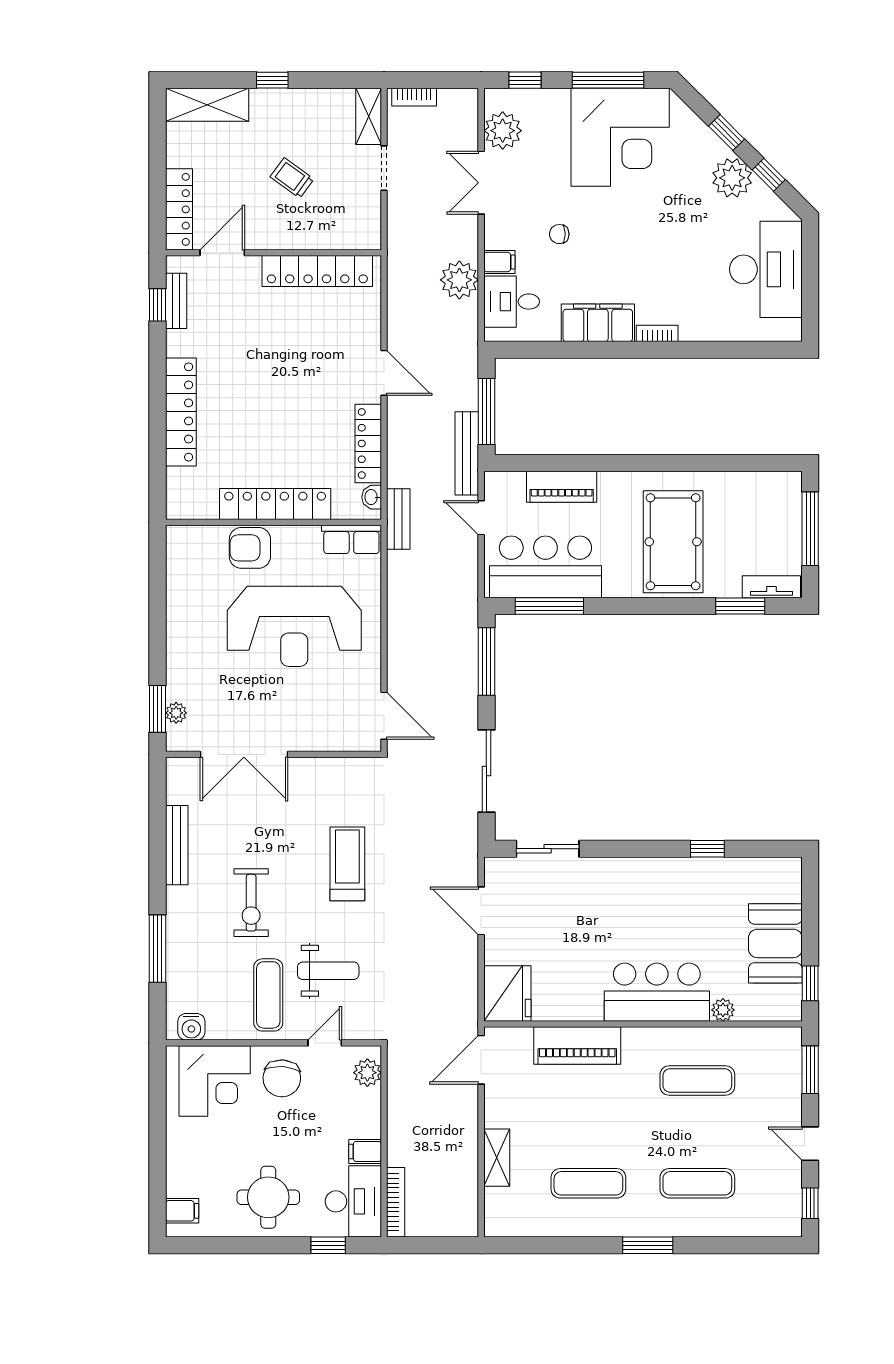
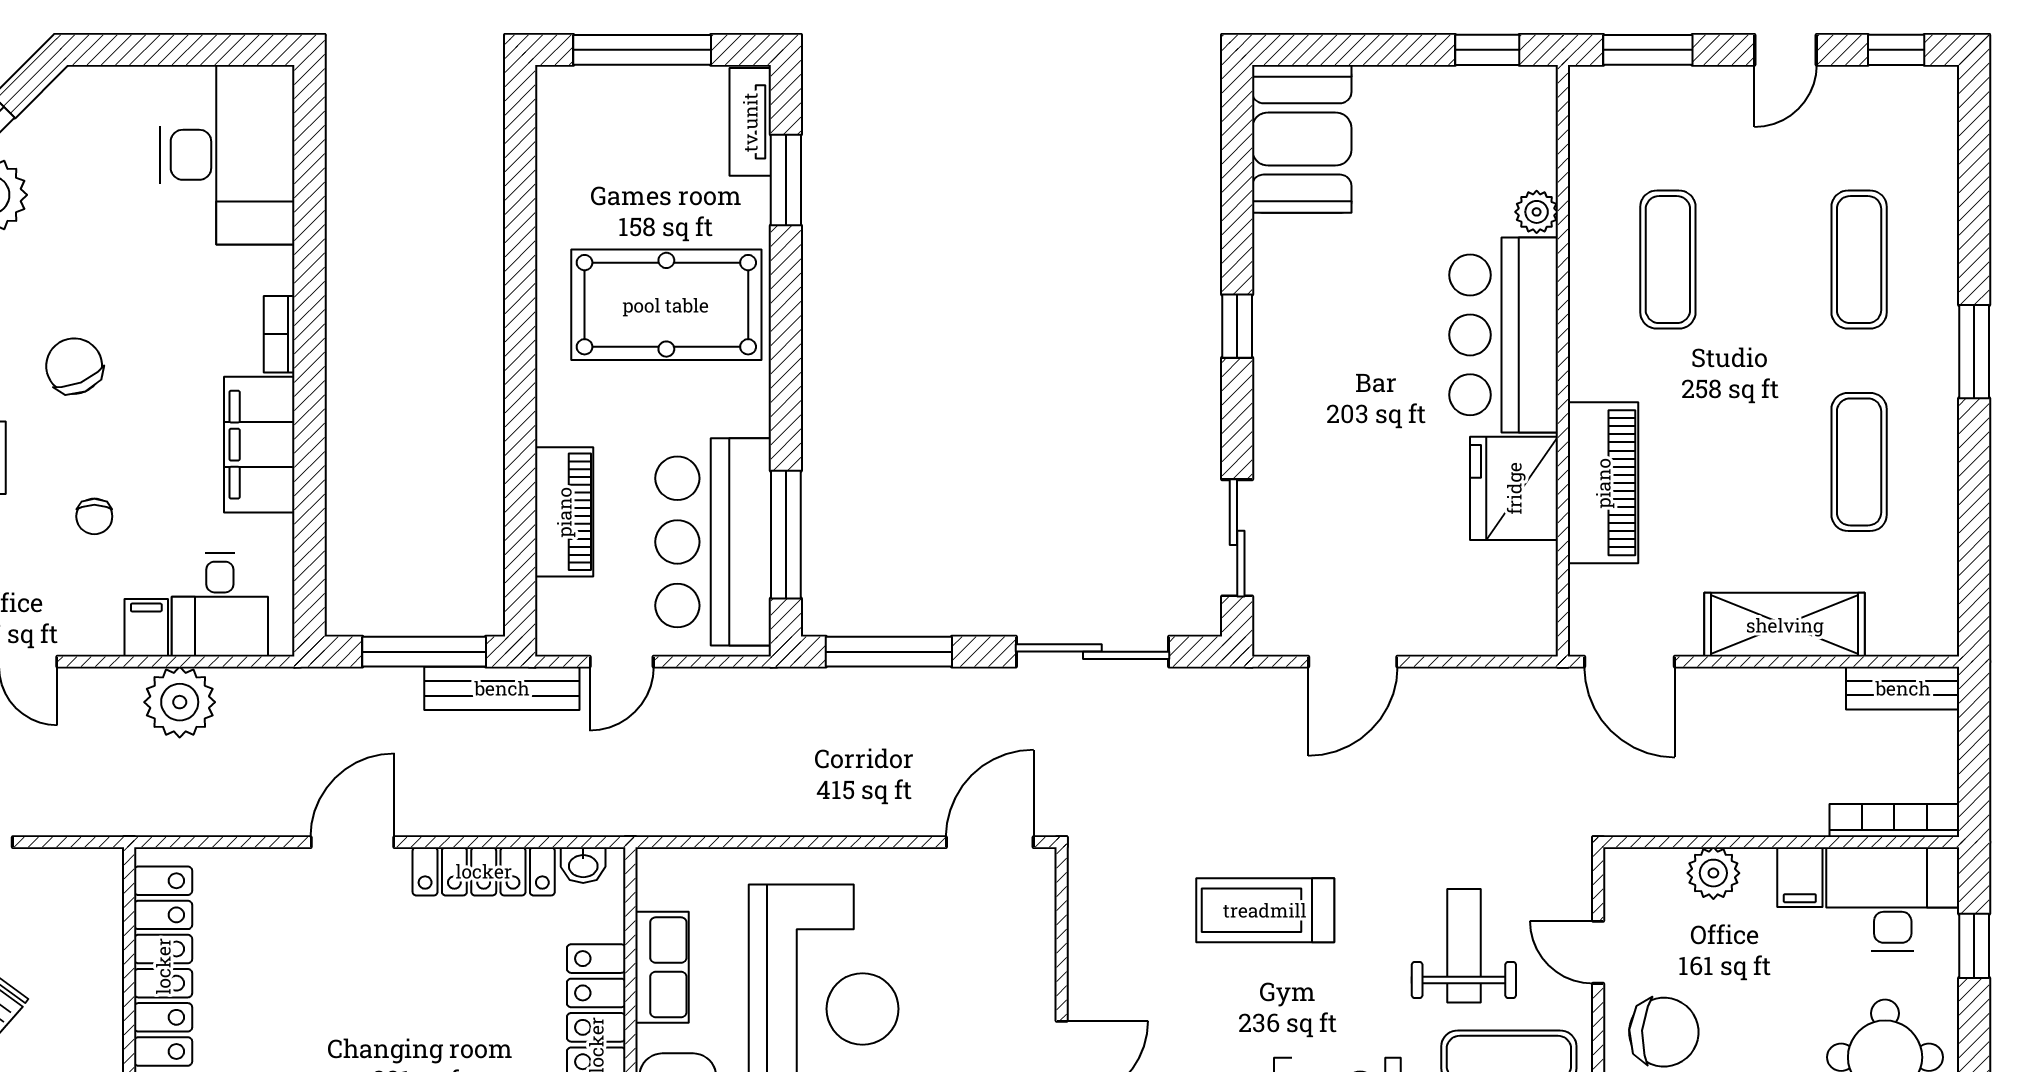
chair: (640, 223) -> (74, 366), added
desk: (766, 269) -> (227, 155), moved, turned 90
bench: (398, 519) -> (1903, 688), moved
row of seats: (351, 539) -> (662, 967), moved
window: (707, 849) -> (1237, 326), moved
booth: (775, 943) -> (1302, 139), moved, turned 90
fridge: (507, 993) -> (1514, 488), moved, turned -90
plant: (367, 1073) -> (1713, 873), moved
shelving: (497, 1158) -> (1785, 625), width x1.50, depth x1.33

